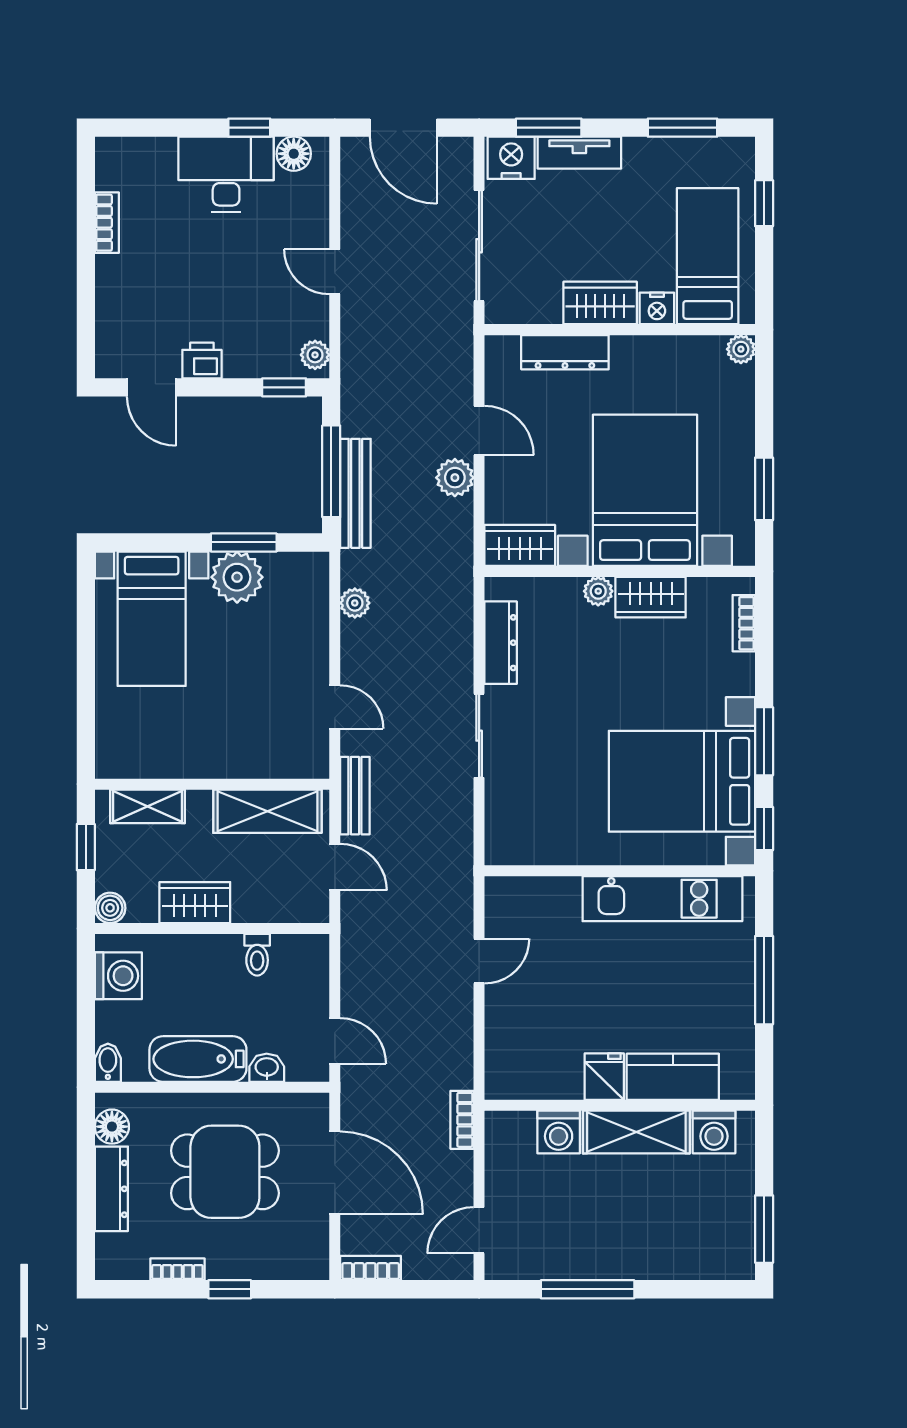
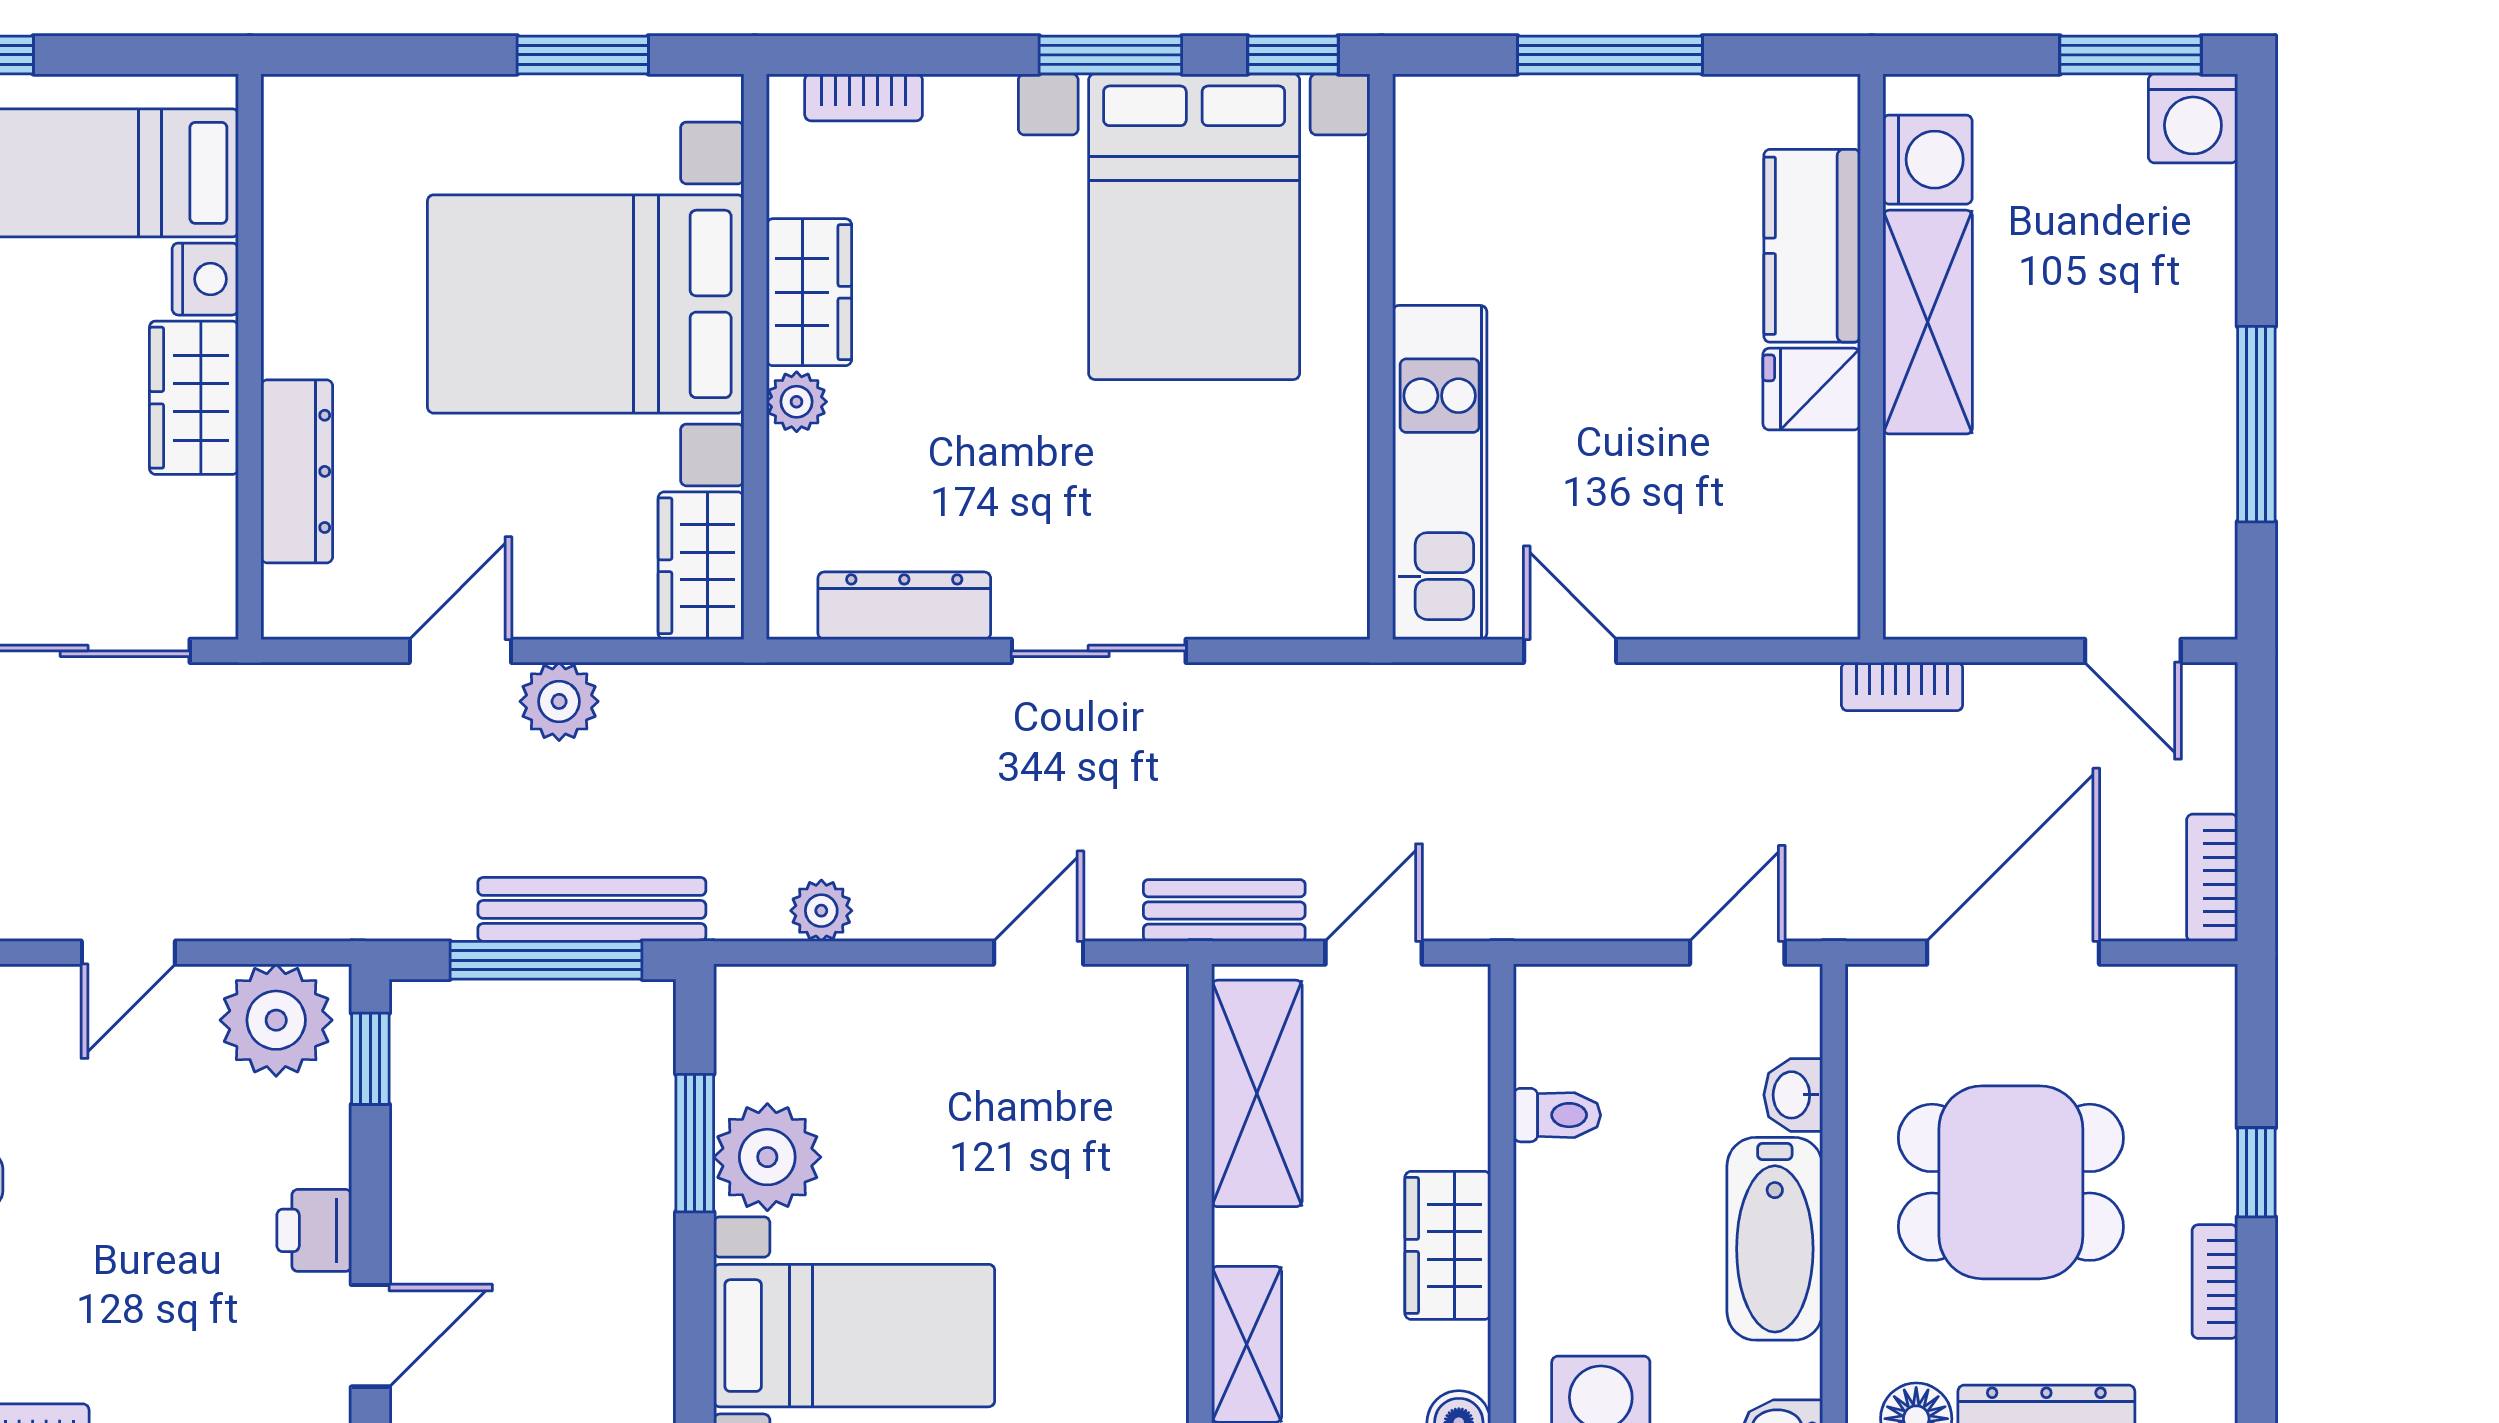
plant: (741, 349) -> (290, 103), removed
plant: (315, 355) -> (276, 1020), width x1.88, depth x1.88
kitchen unit: (662, 899) -> (1440, 473), moved
washing machine: (559, 1132) -> (2193, 118), moved, turned 90
dining table: (225, 1172) -> (2011, 1182), turned 90

